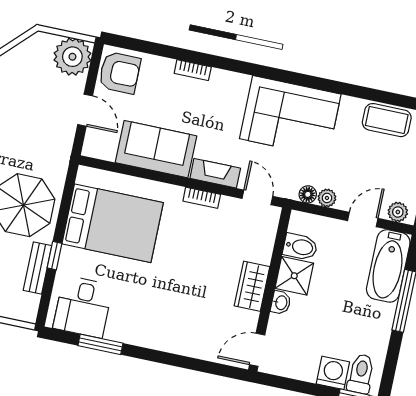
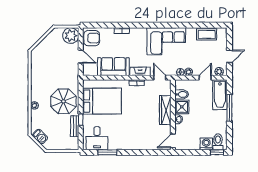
wardrobe: (252, 286) -> (165, 110), width x1.50

